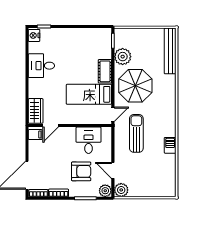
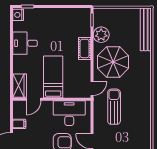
bed: (89, 94) -> (53, 77), moved, turned 90
filing cabinet: (35, 135) -> (19, 124), moved
desk: (89, 140) -> (69, 113), width x1.37
barbecue: (170, 145) -> (146, 118), removed

